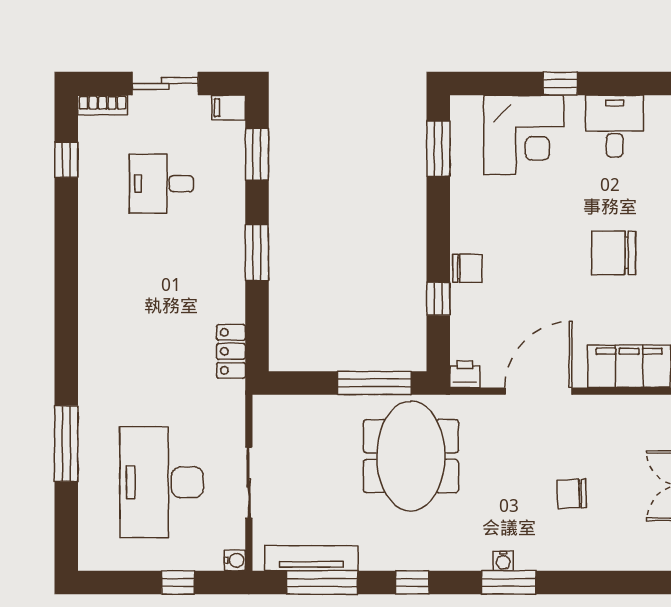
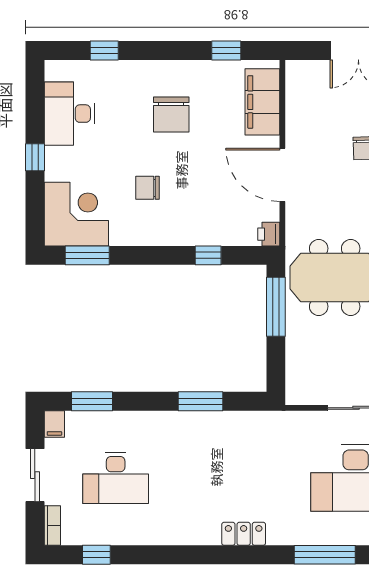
desk: (615, 126) -> (69, 114), width x1.37
corner desk: (524, 135) -> (76, 214), moved
desk: (162, 184) -> (116, 478), width x1.37
window: (257, 253) -> (200, 401), moved
chair: (467, 268) -> (148, 188), moved, turned -90
locker: (231, 351) -> (244, 534), moved, turned 180

